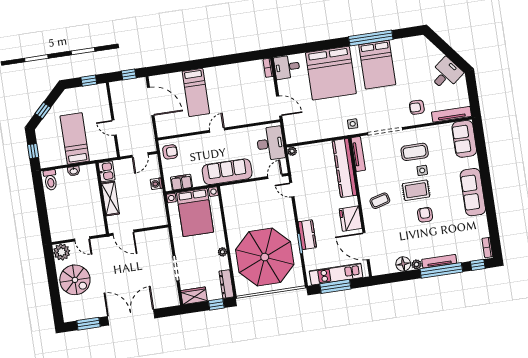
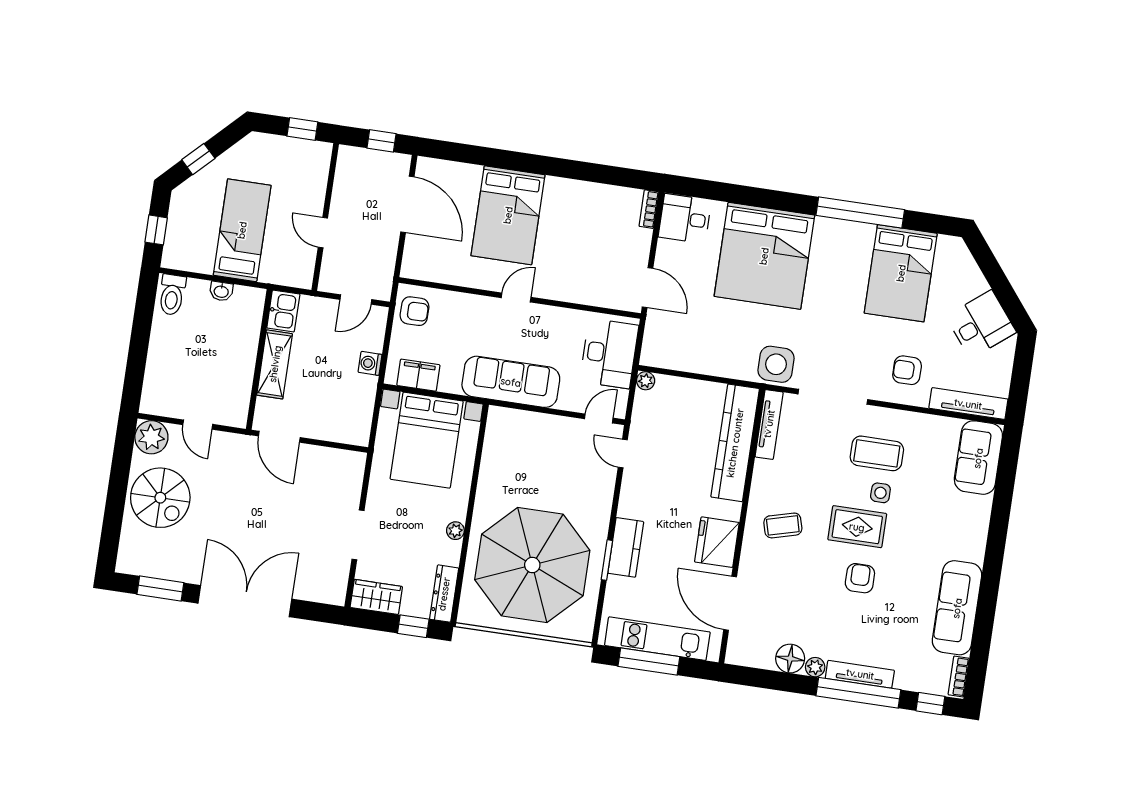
bed: (377, 65) -> (901, 273), moved
bed: (196, 92) -> (508, 215), width x1.50
side table: (353, 124) -> (776, 364), width x1.87, depth x1.87
sofa: (473, 192) -> (957, 608), moved

